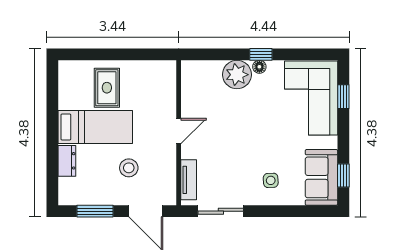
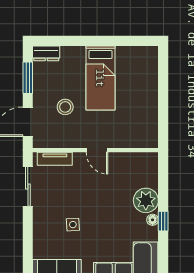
rug: (107, 88) -> (134, 88), removed
dresser: (67, 161) -> (46, 53), moved
side table: (271, 180) -> (73, 225), moved

